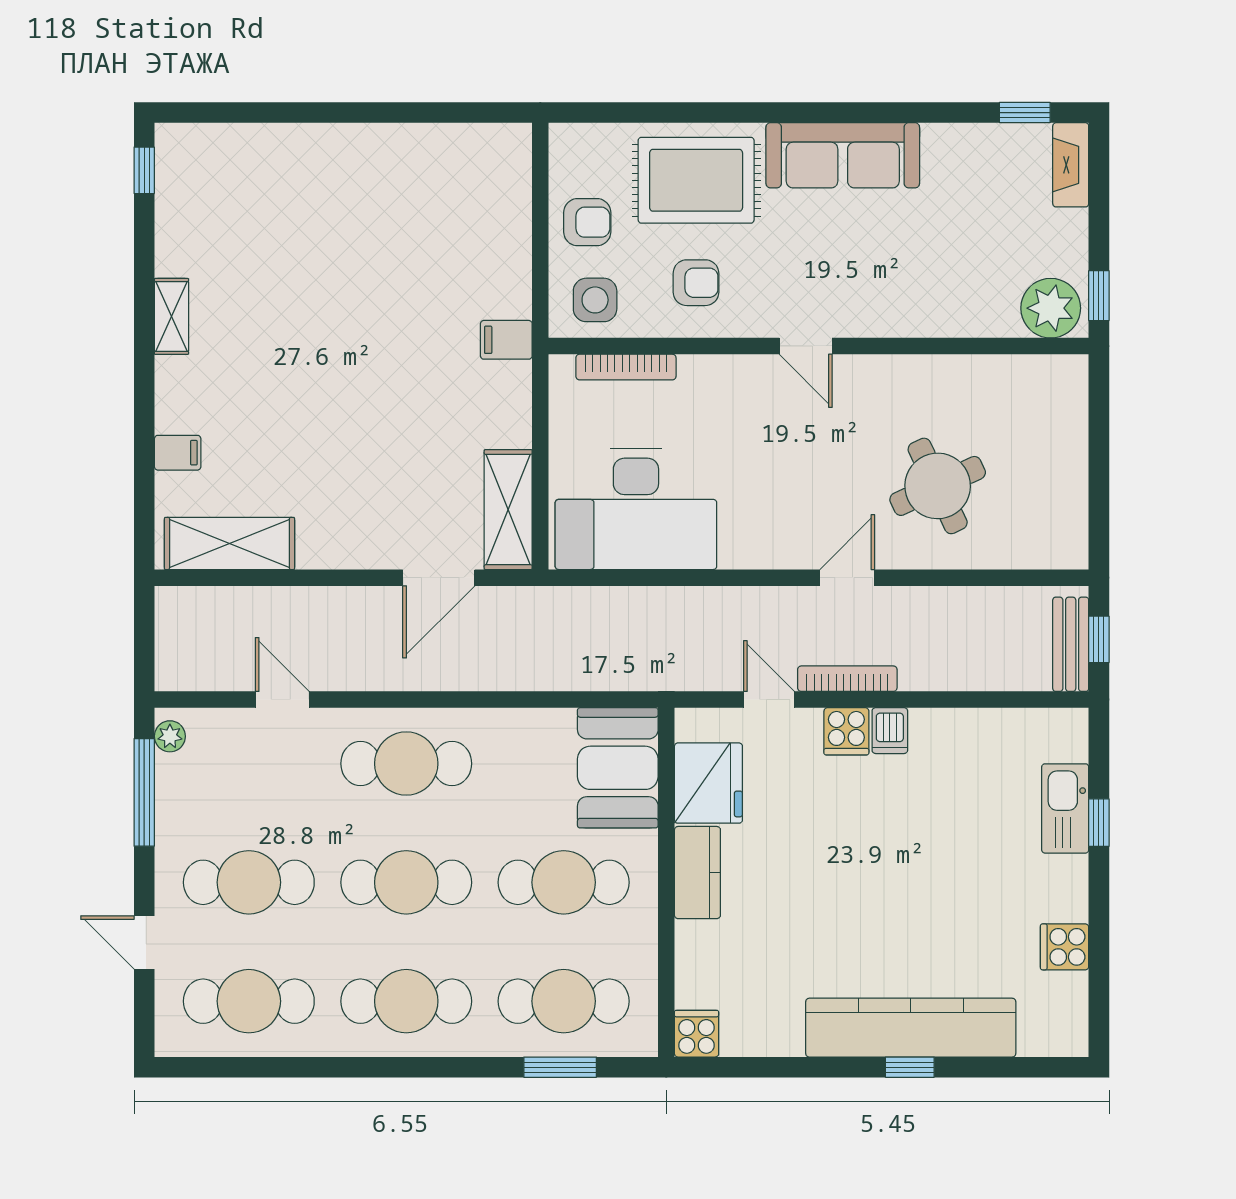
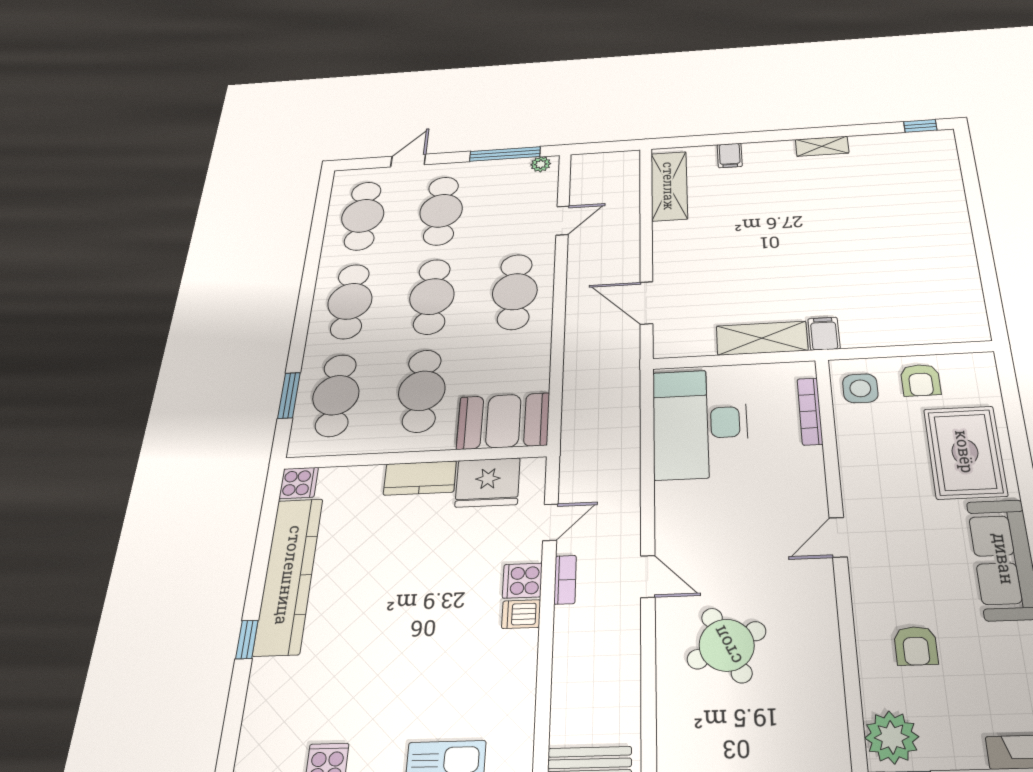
armchair: (696, 283) -> (916, 646), moved
shelving: (508, 510) -> (762, 338), moved
bookcase: (847, 679) -> (565, 580), width x0.64
kitchen counter: (911, 1028) -> (289, 575), moved

